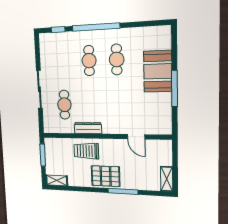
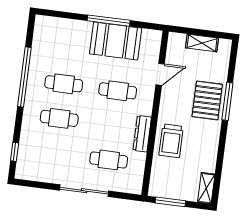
window: (96, 27) -> (24, 77), moved
booth: (158, 71) -> (116, 41), moved
cafe table: (118, 104) -> (118, 91), added
pallet: (106, 176) -> (207, 100), moved
shelving: (167, 179) -> (202, 43), moved

